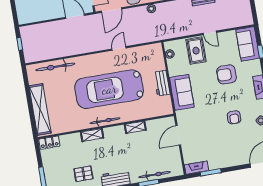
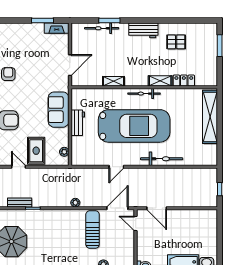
bicycle: (55, 67) -> (162, 159), moved
locker: (49, 143) -> (184, 81), moved

